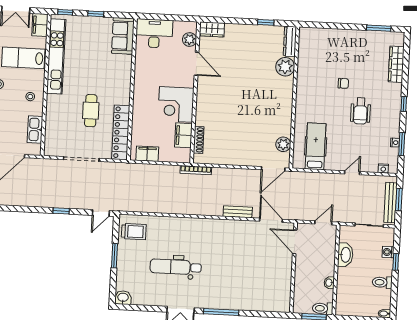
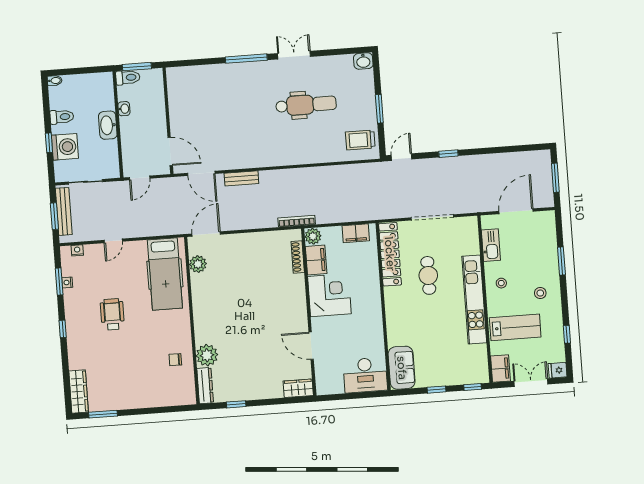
plant: (190, 40) -> (313, 236), moved
kitchen unit: (56, 56) -> (474, 299), moved
wardrobe: (396, 64) -> (79, 392), moved
chair: (343, 83) -> (175, 360), moved
hospital bed: (316, 146) -> (165, 274), width x1.37, depth x1.29
washing machine: (388, 252) -> (65, 147), width x1.89, depth x1.89
washbasin: (345, 255) -> (108, 125), moved

